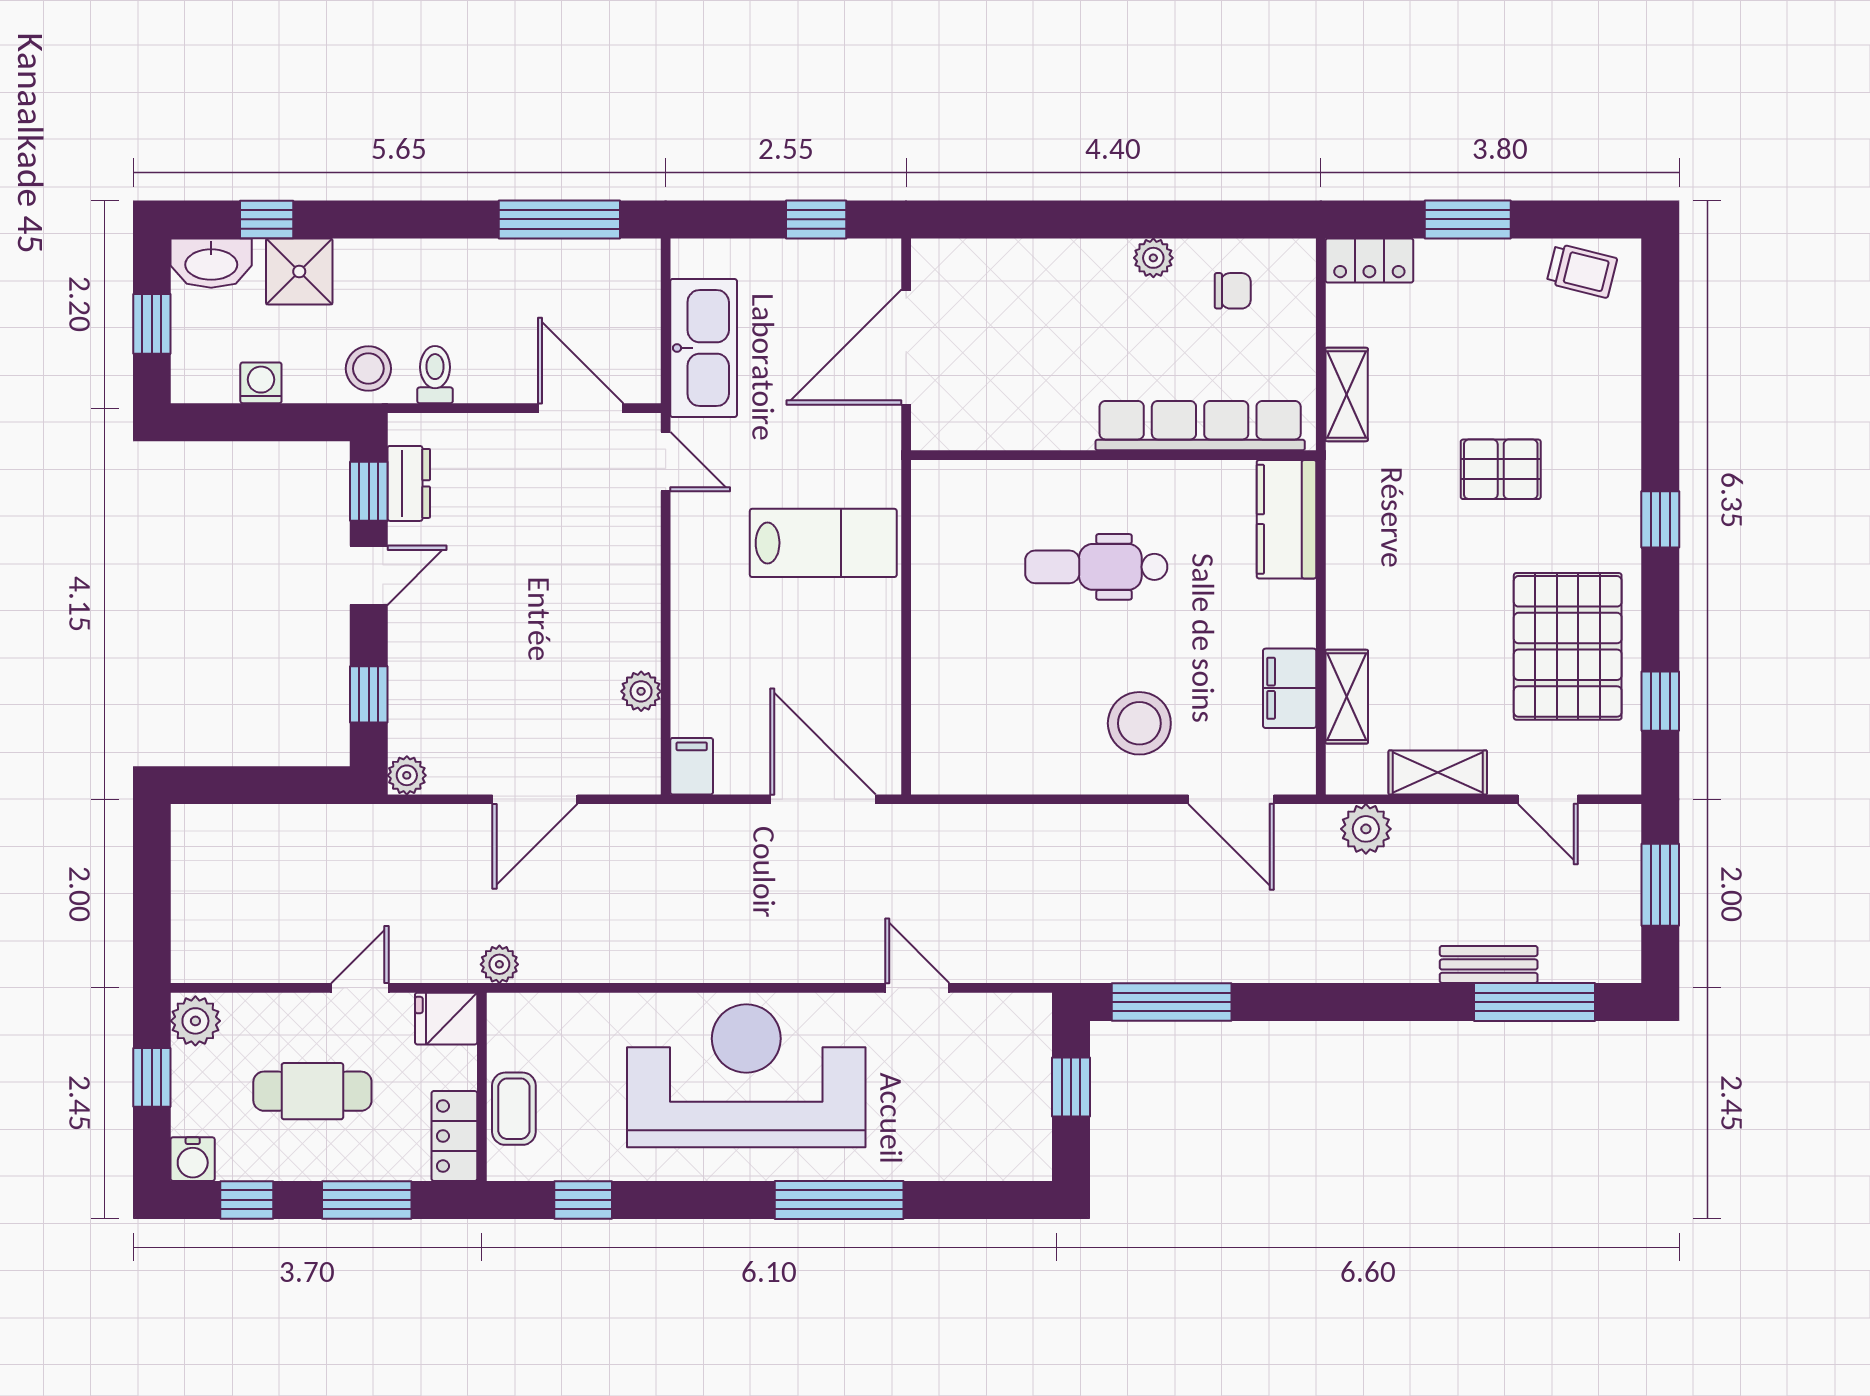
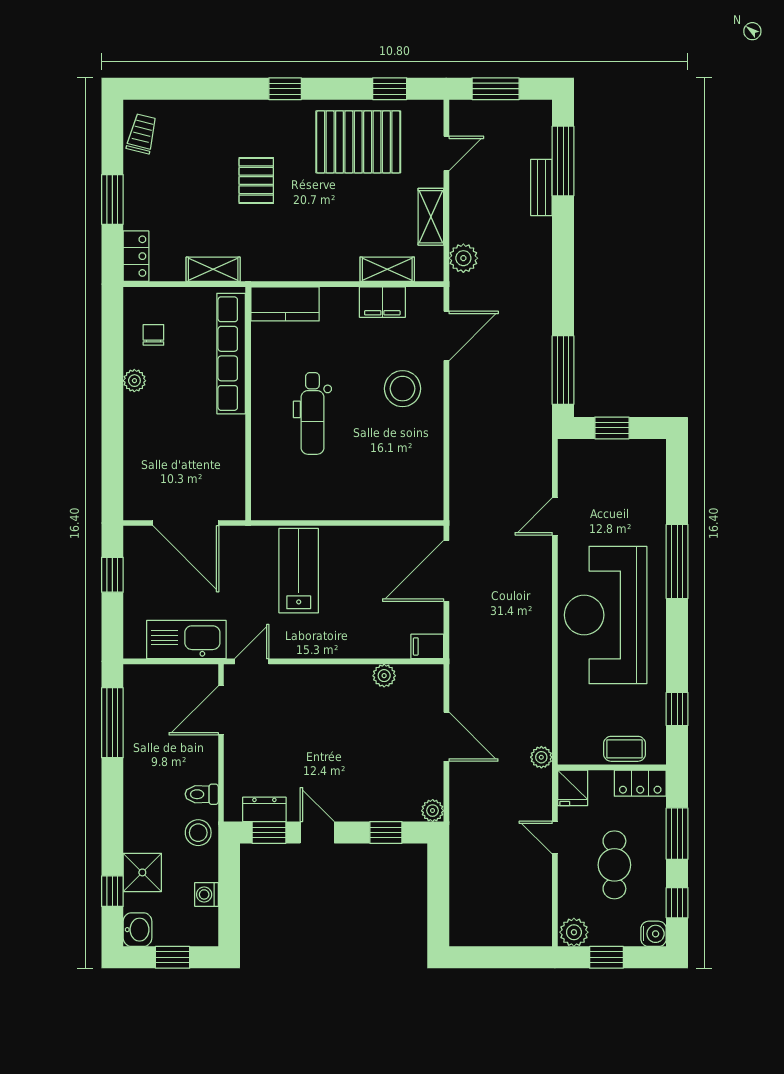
washbasin: (211, 263) -> (137, 930), width x0.72

